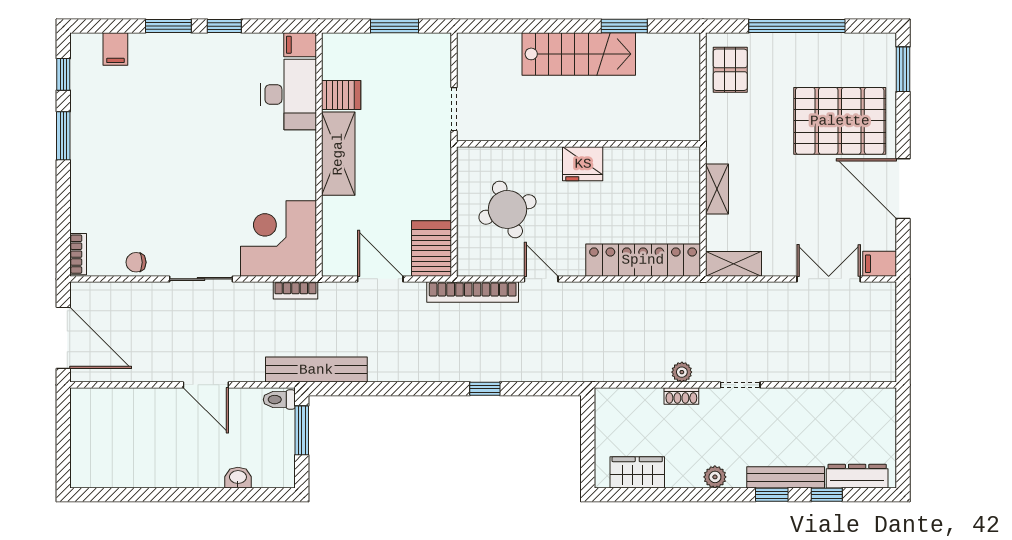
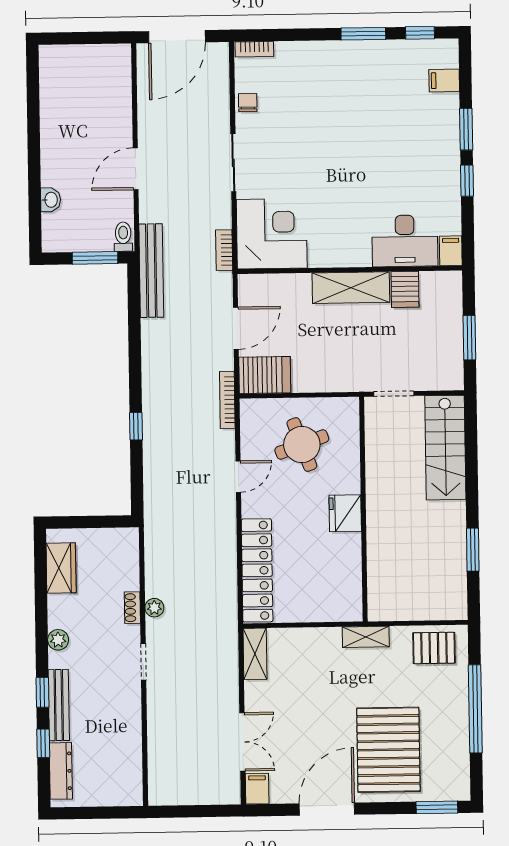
stairs: (579, 54) -> (445, 448), moved
shelving: (717, 189) -> (366, 637), moved
bookcase: (473, 292) -> (227, 400), width x0.68, depth x0.76

